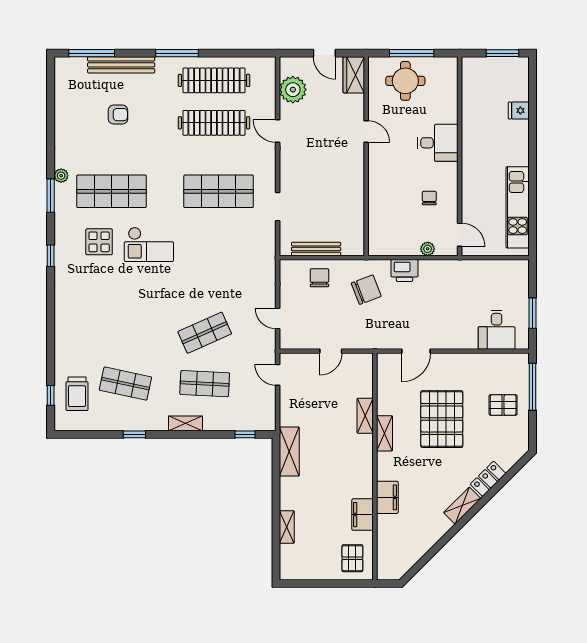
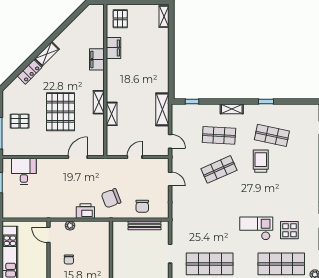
trolley: (77, 394) -> (261, 161), moved
shelving: (289, 452) -> (162, 109), moved
shelving: (287, 527) -> (164, 16), moved

